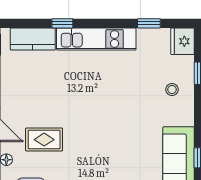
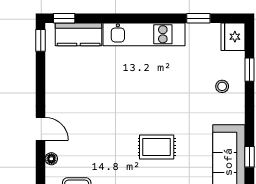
window: (62, 23) -> (64, 18), moved
rug: (44, 140) -> (157, 147), moved

